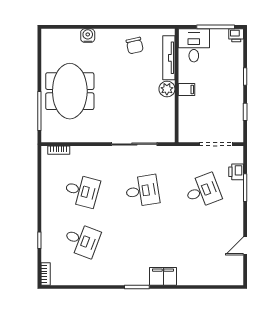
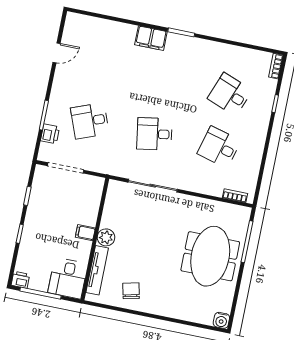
water cooler: (88, 36) -> (221, 320), moved

